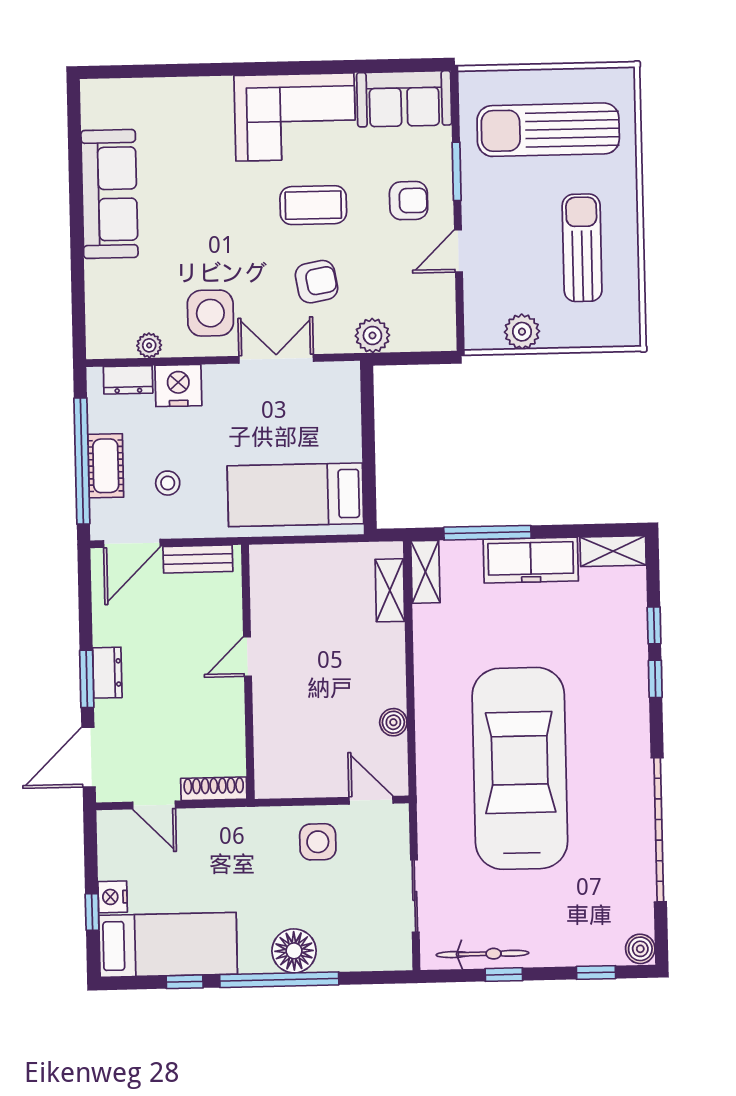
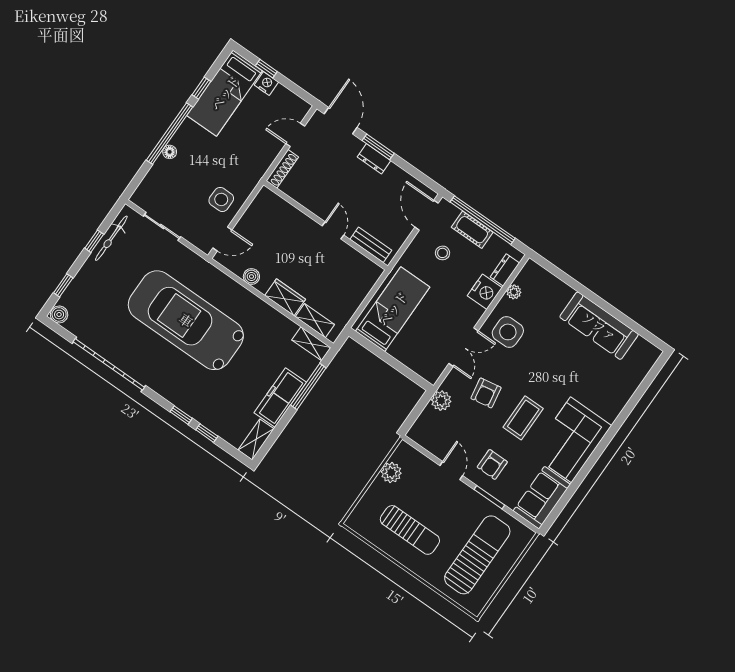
bench: (198, 559) -> (371, 245), moved, turned 90
wardrobe: (388, 655) -> (285, 297), added
car: (520, 768) -> (186, 320), turned 180
floor lamp: (294, 951) -> (170, 152), width x0.53, depth x0.53

